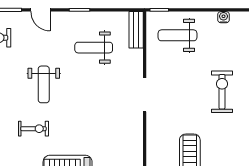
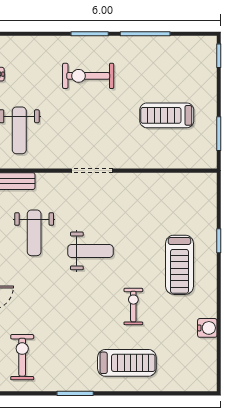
weight bench: (44, 84) -> (90, 251), moved

